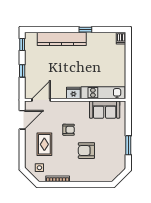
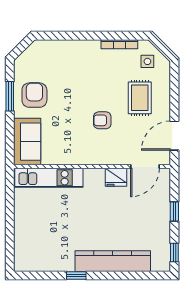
dishwasher: (121, 38) -> (21, 262), removed
fridge: (73, 93) -> (116, 177), moved
sofa: (105, 110) -> (27, 142), moved, turned 90
armchair: (86, 151) -> (34, 95), moved, turned -90

